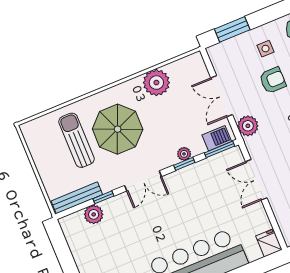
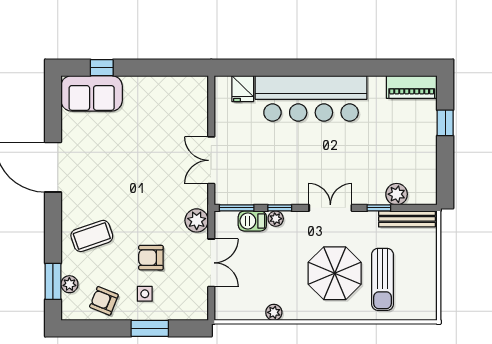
window: (232, 29) -> (150, 328), moved
plant: (156, 83) -> (274, 312), width x0.53, depth x0.53
barbecue: (217, 138) -> (252, 221), moved
double door: (256, 180) -> (211, 160), swing flipped
fridge: (269, 243) -> (243, 89), moved

